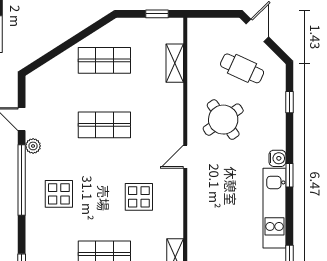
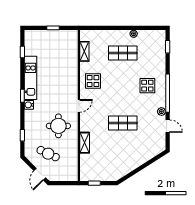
shop shelf: (104, 60) -> (123, 158), removed
shelving: (175, 63) -> (85, 143), moved
round table: (223, 120) -> (58, 126), turned 35
display table: (139, 197) -> (93, 81), moved

